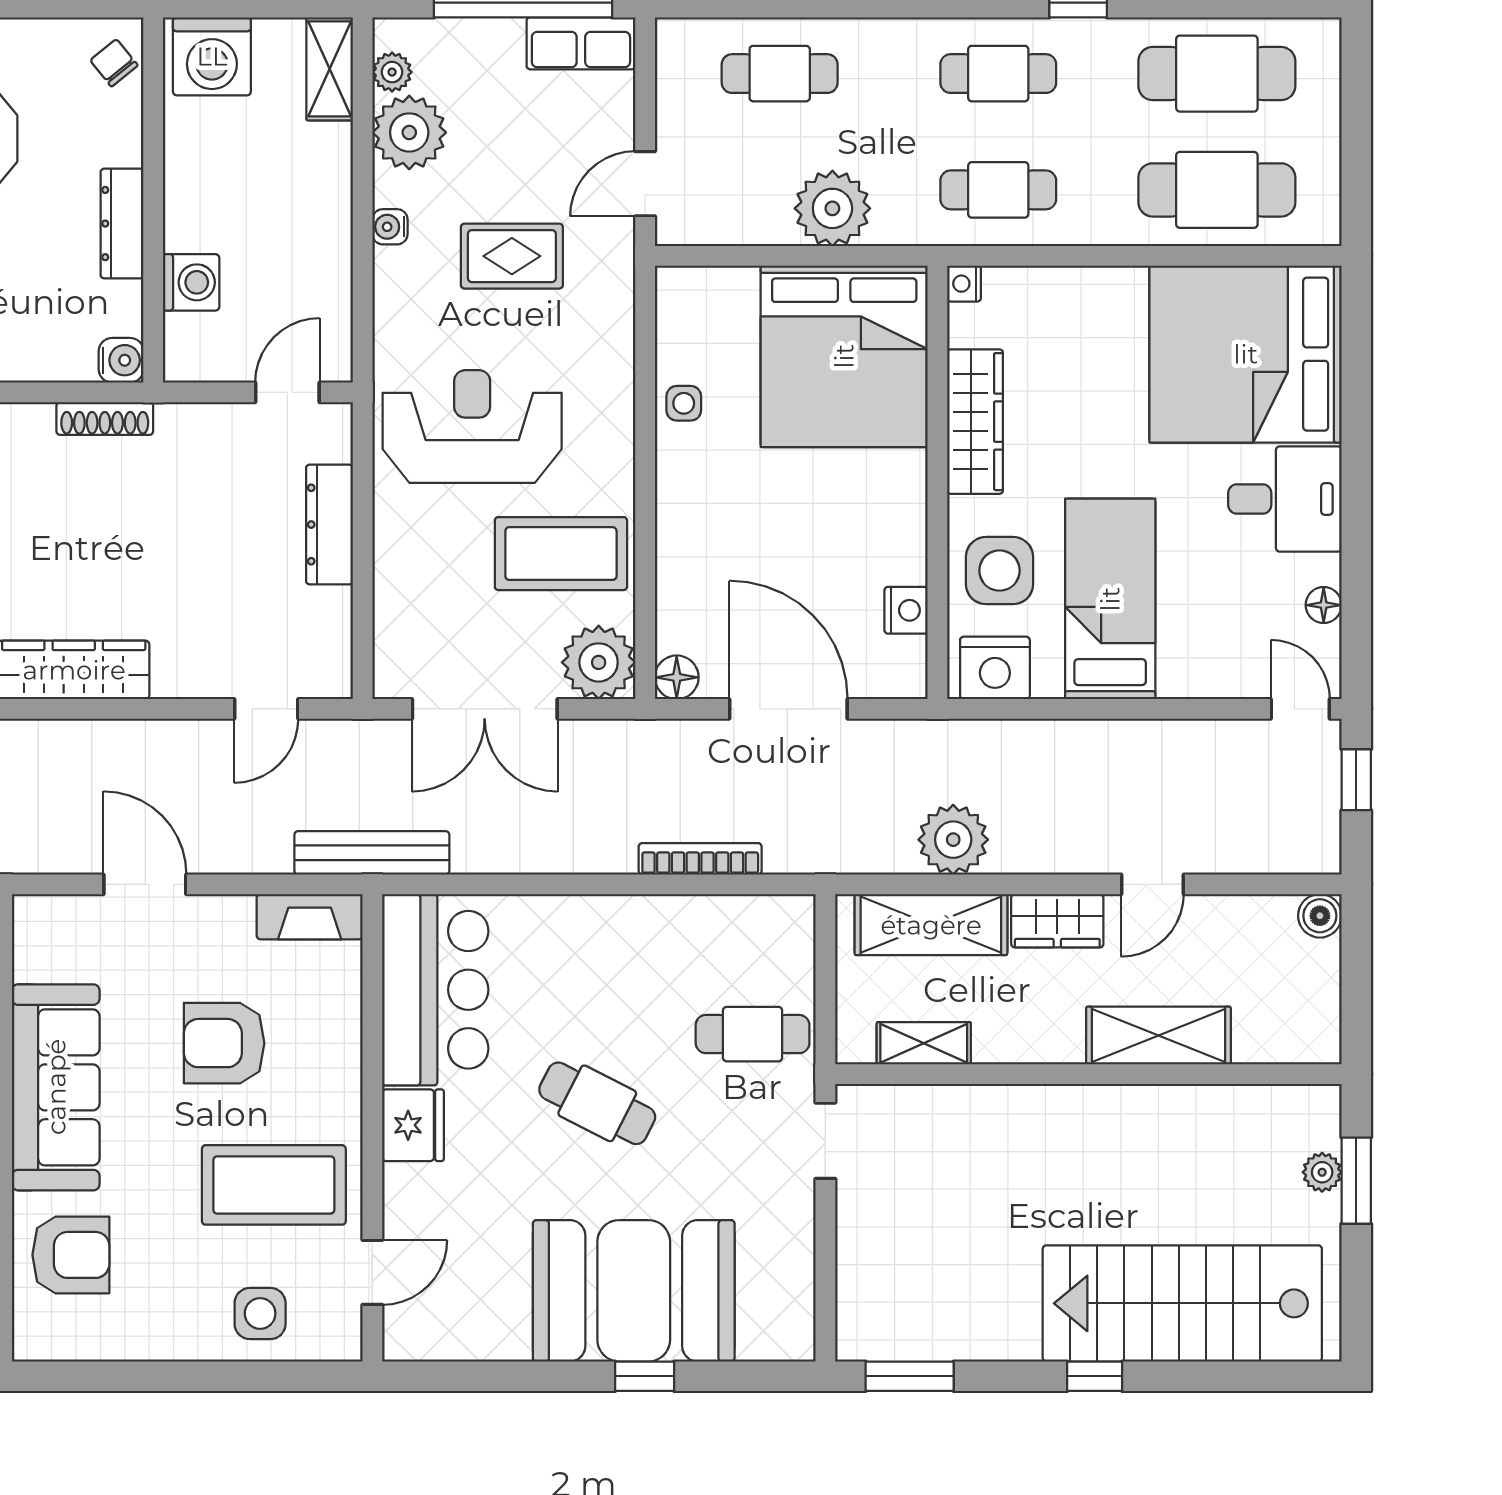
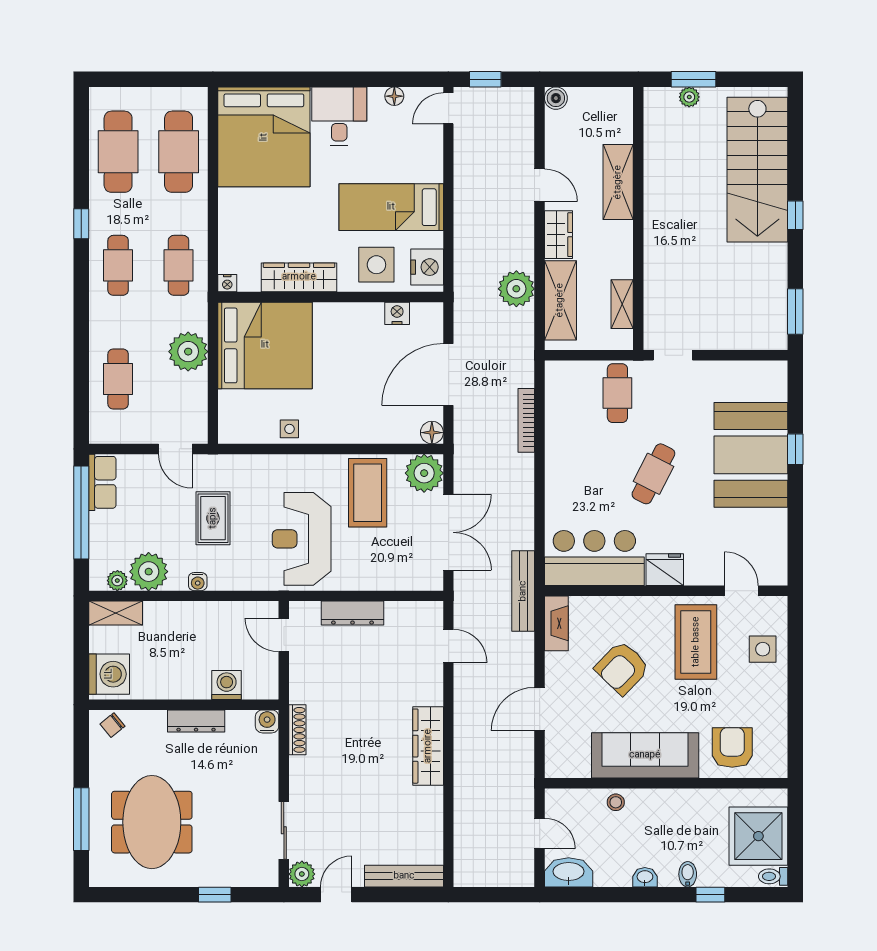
armchair: (224, 1043) -> (622, 668), turned 44

